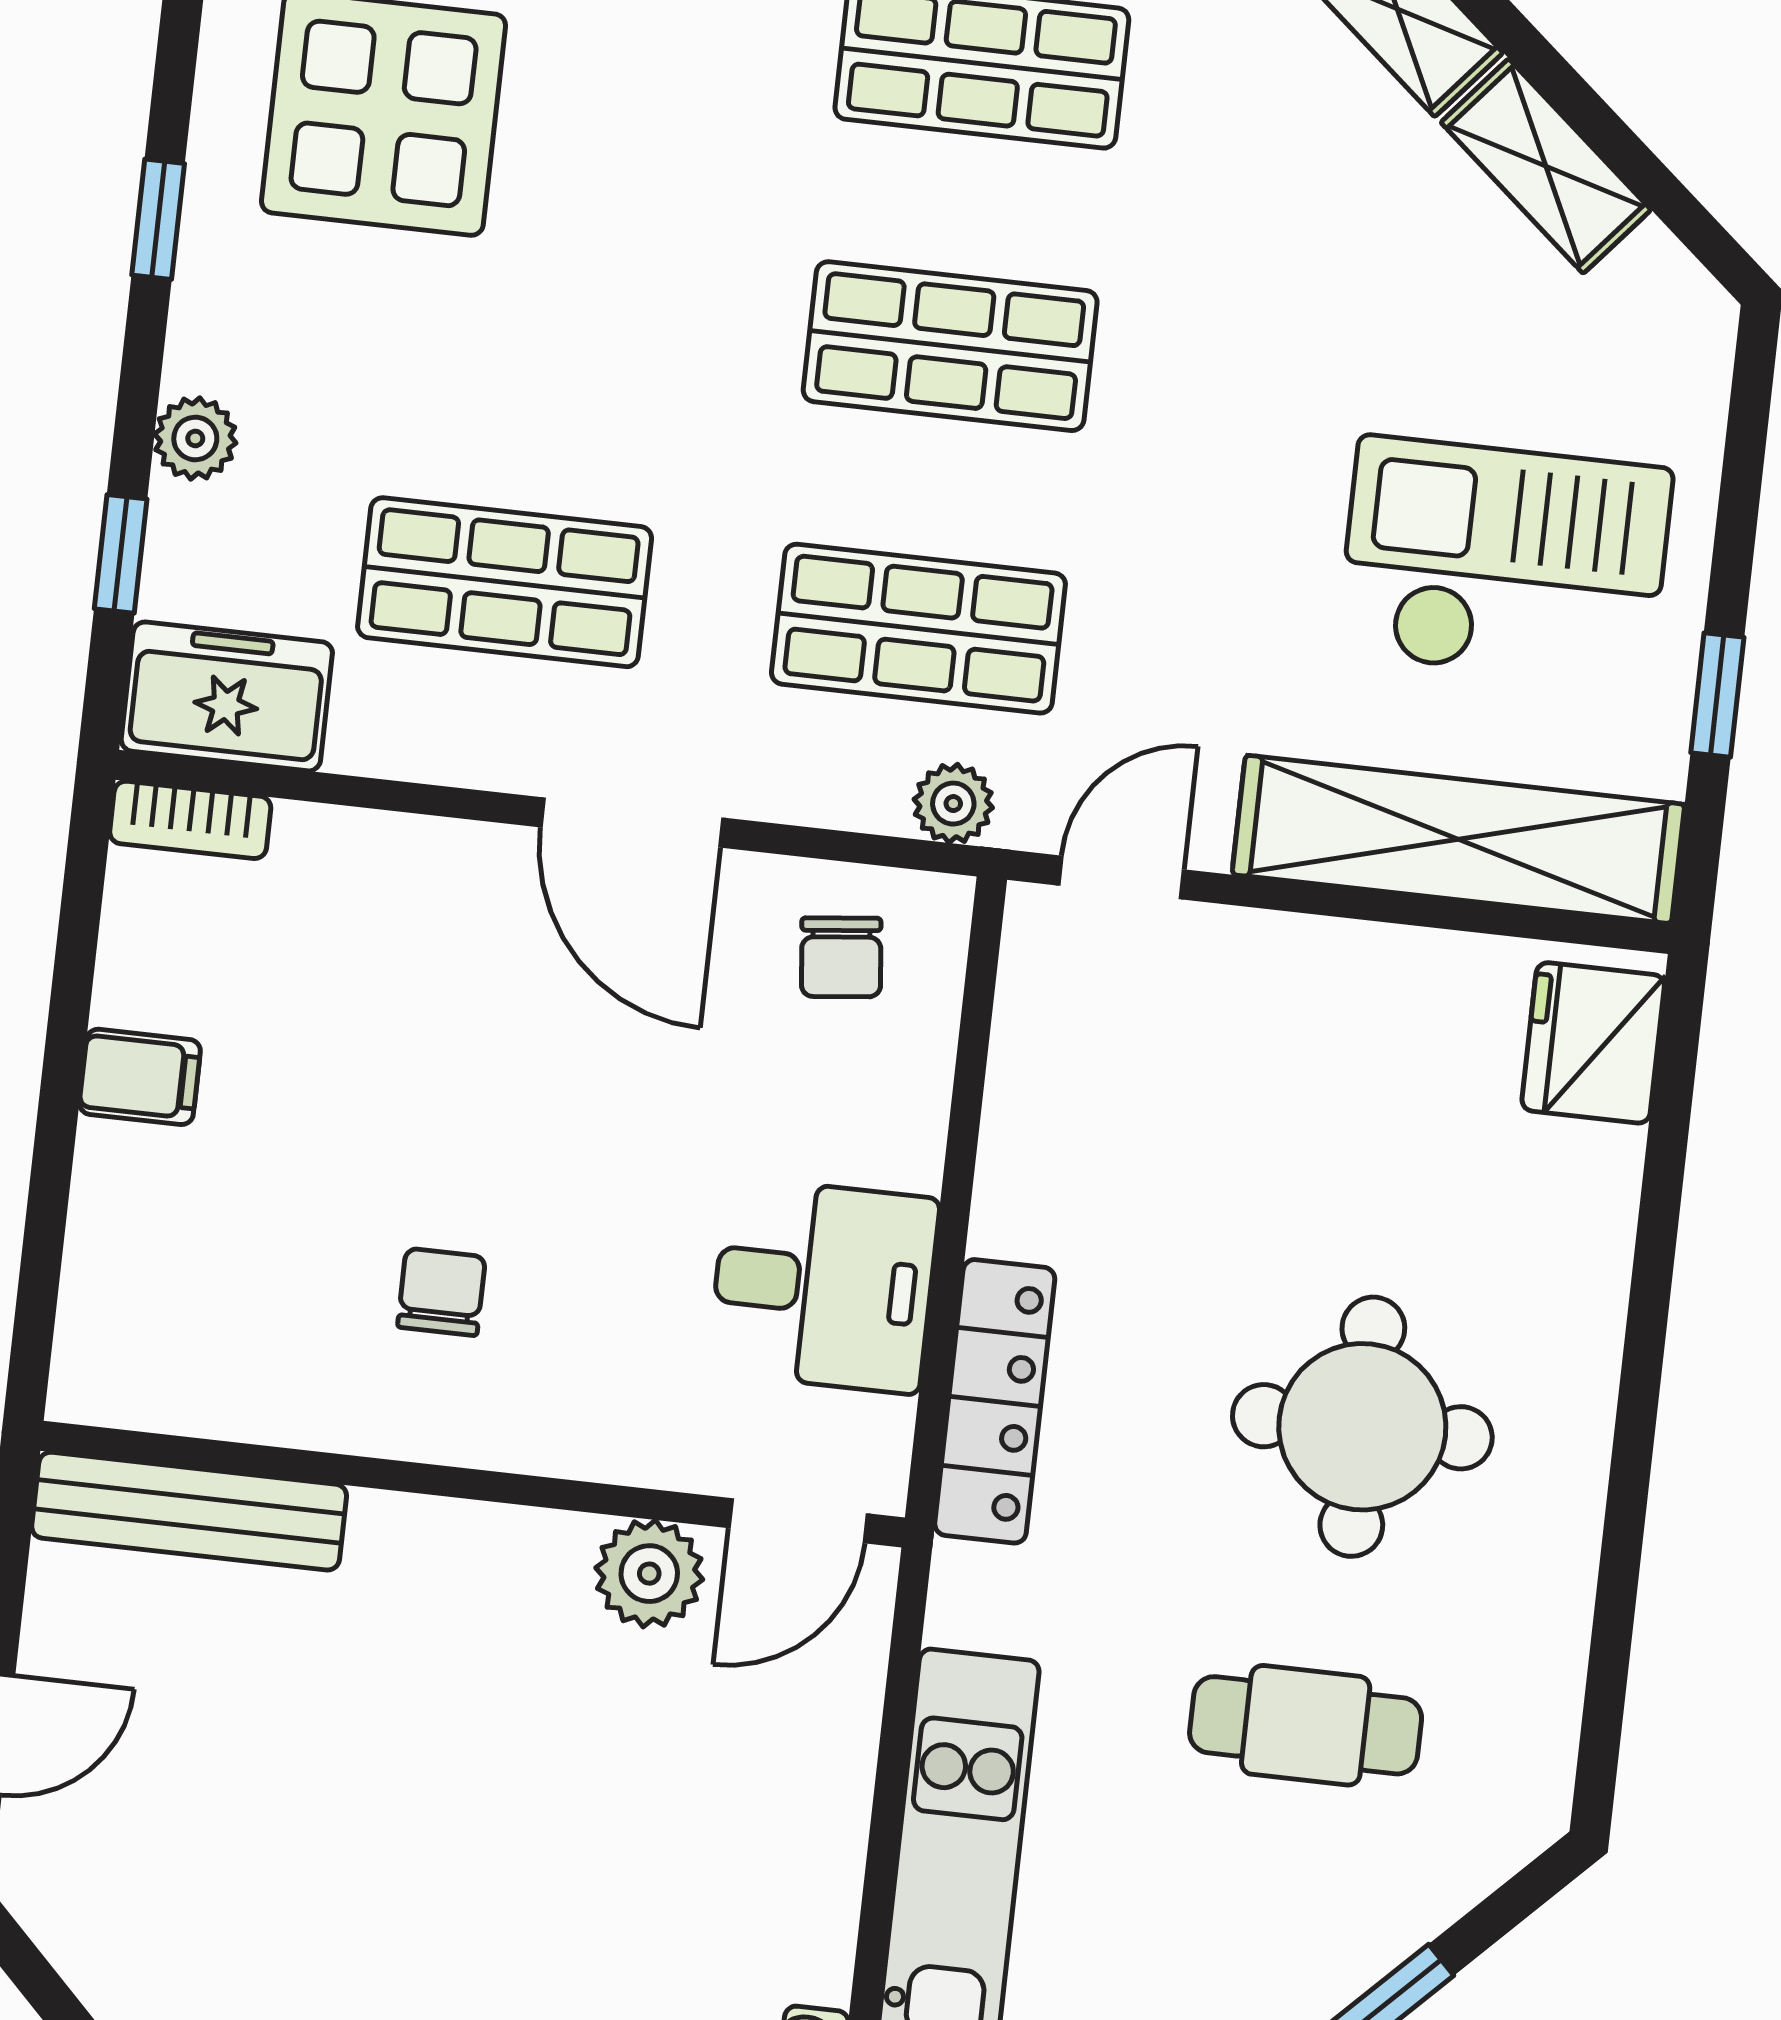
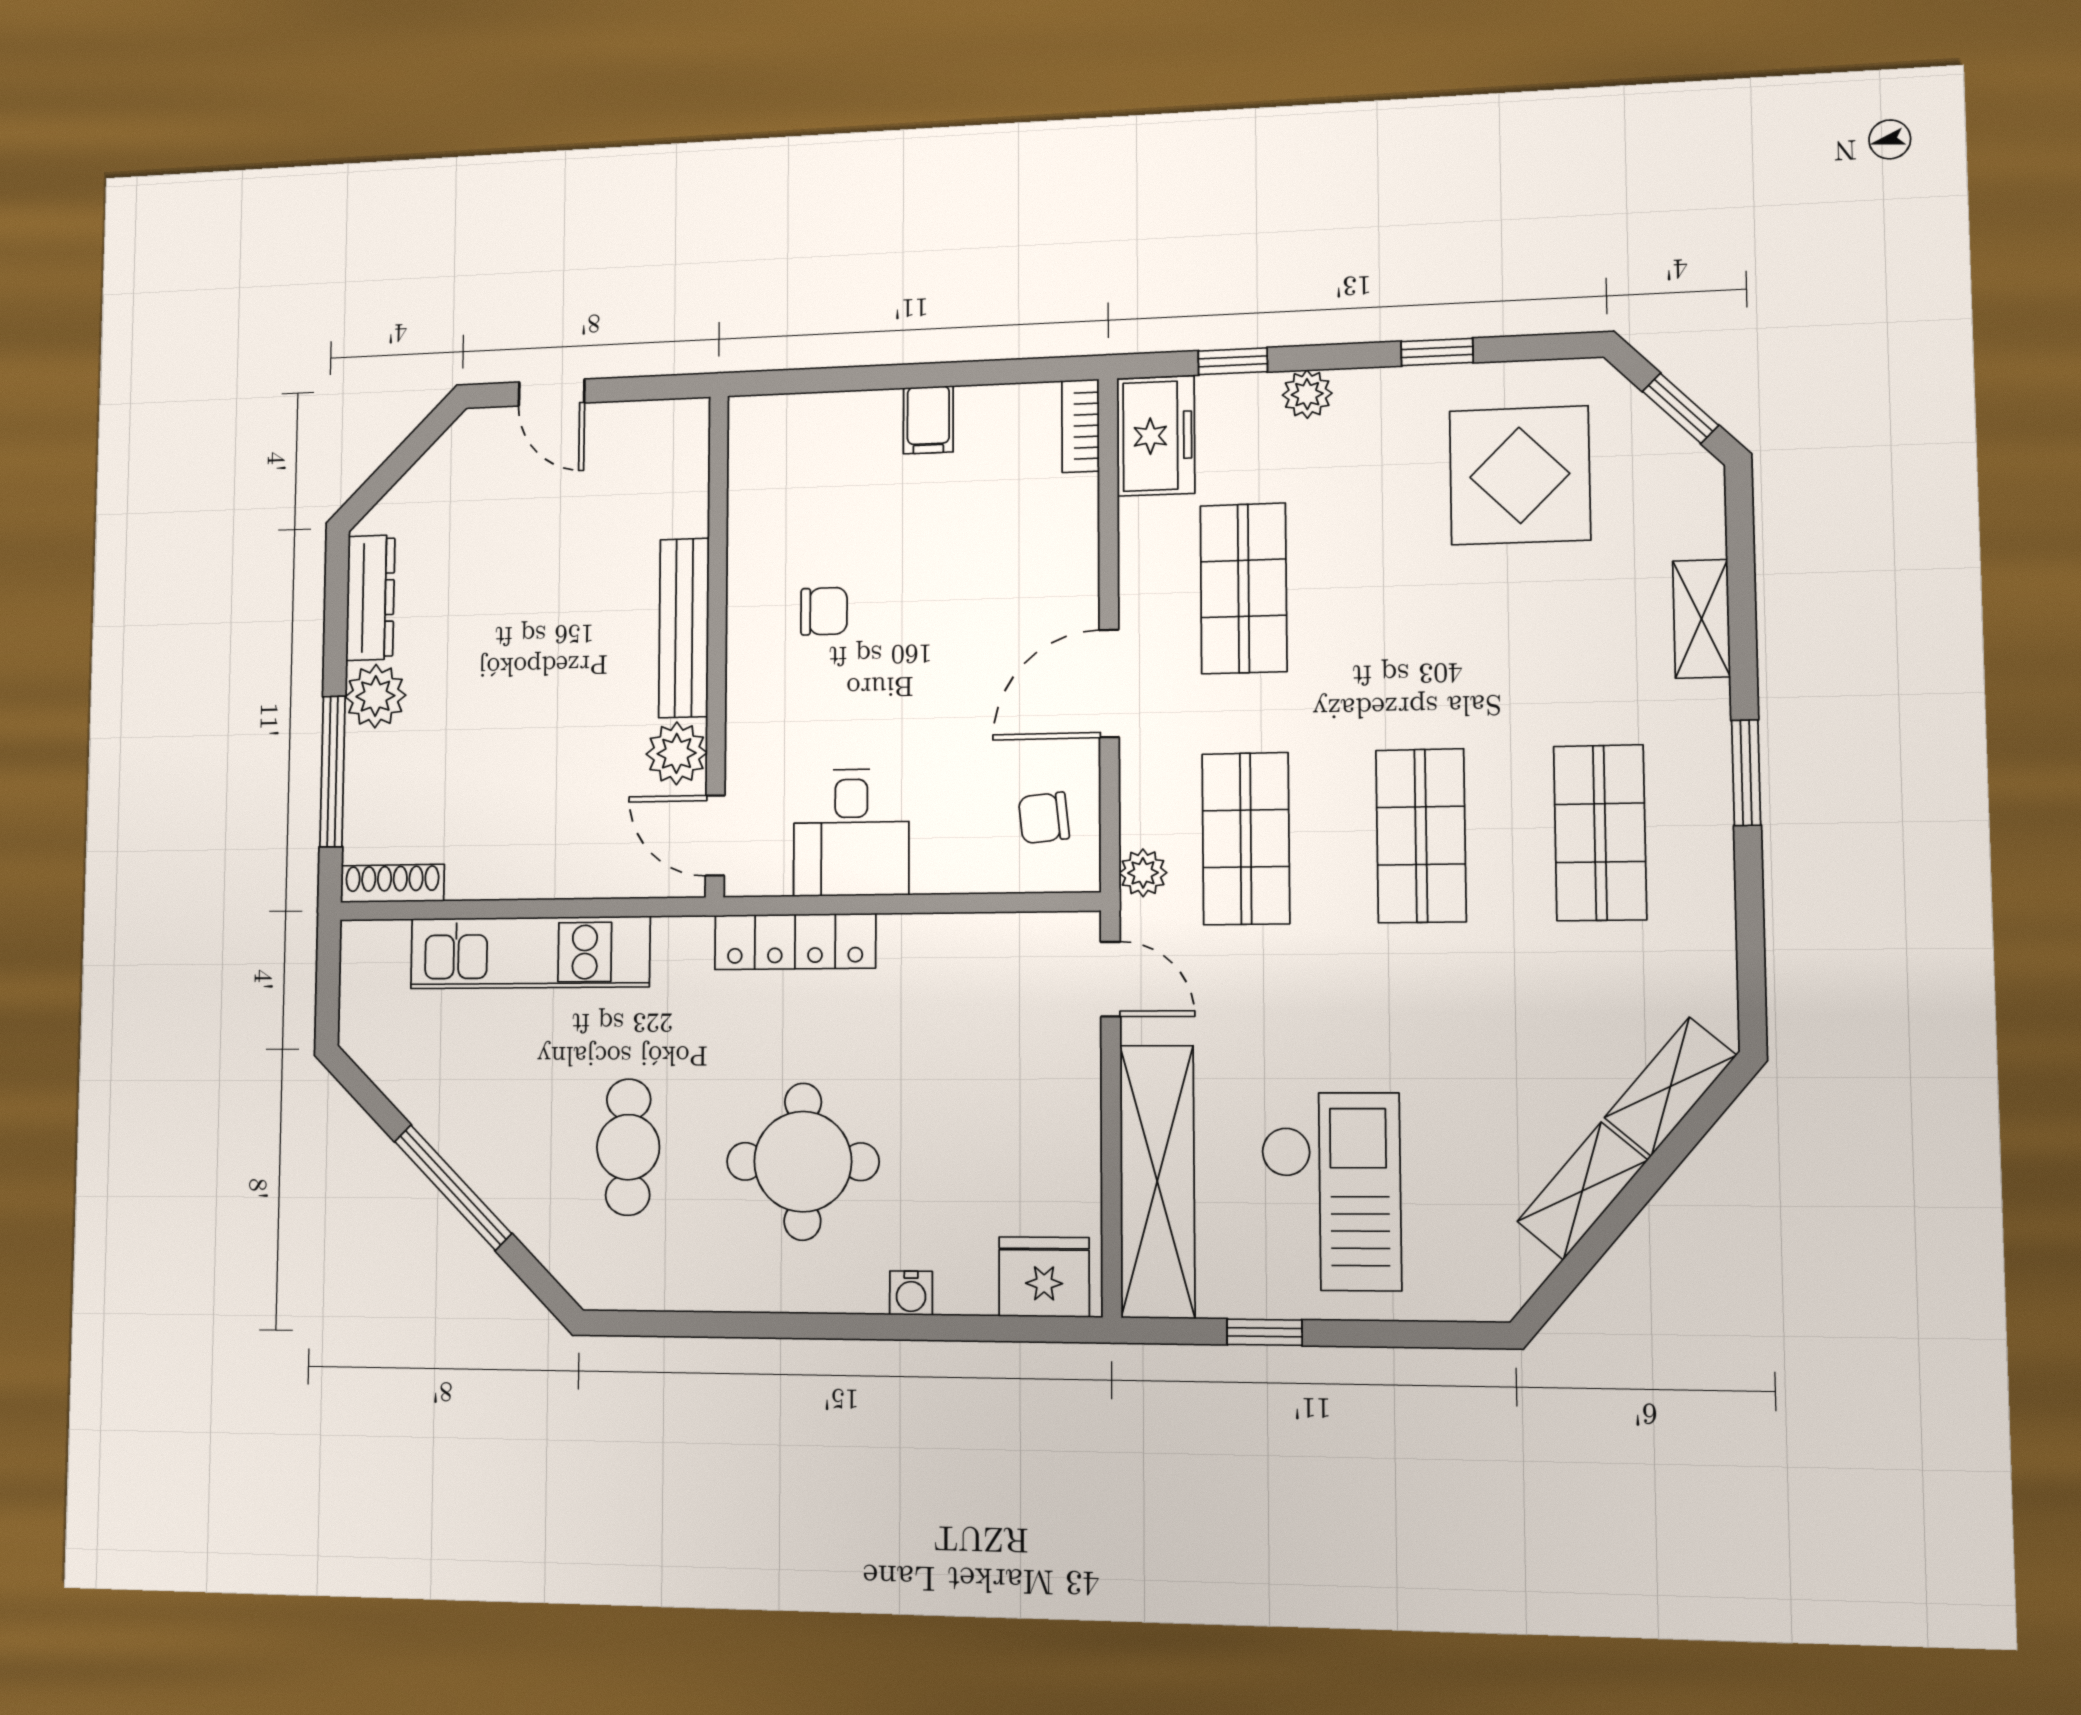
water cooler: (1597, 1267) -> (911, 1293), added
bench: (189, 1511) -> (684, 628), moved

